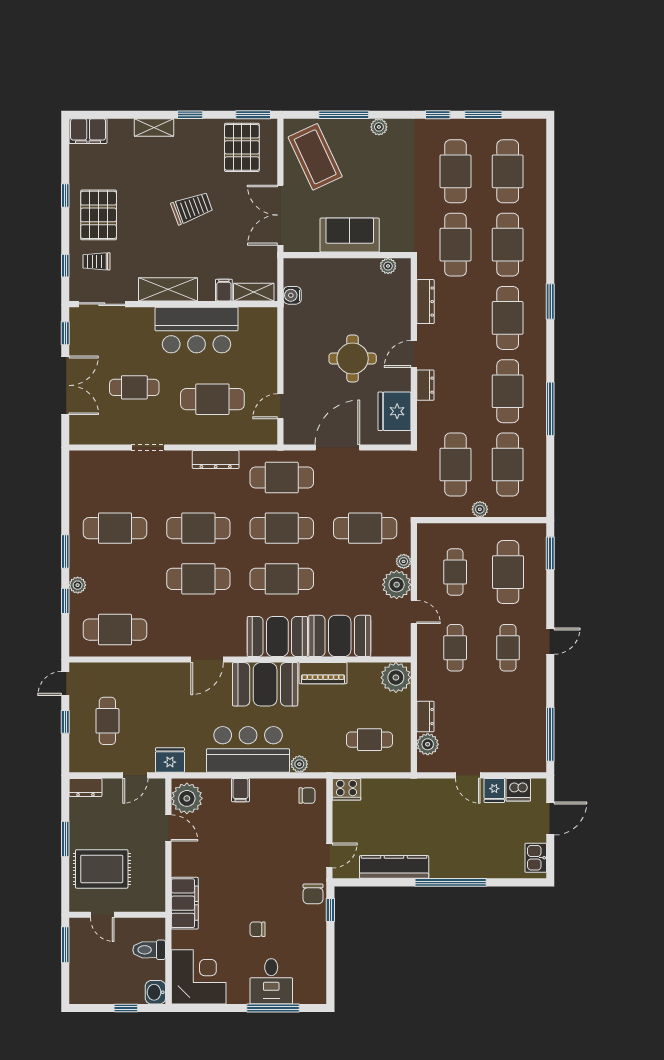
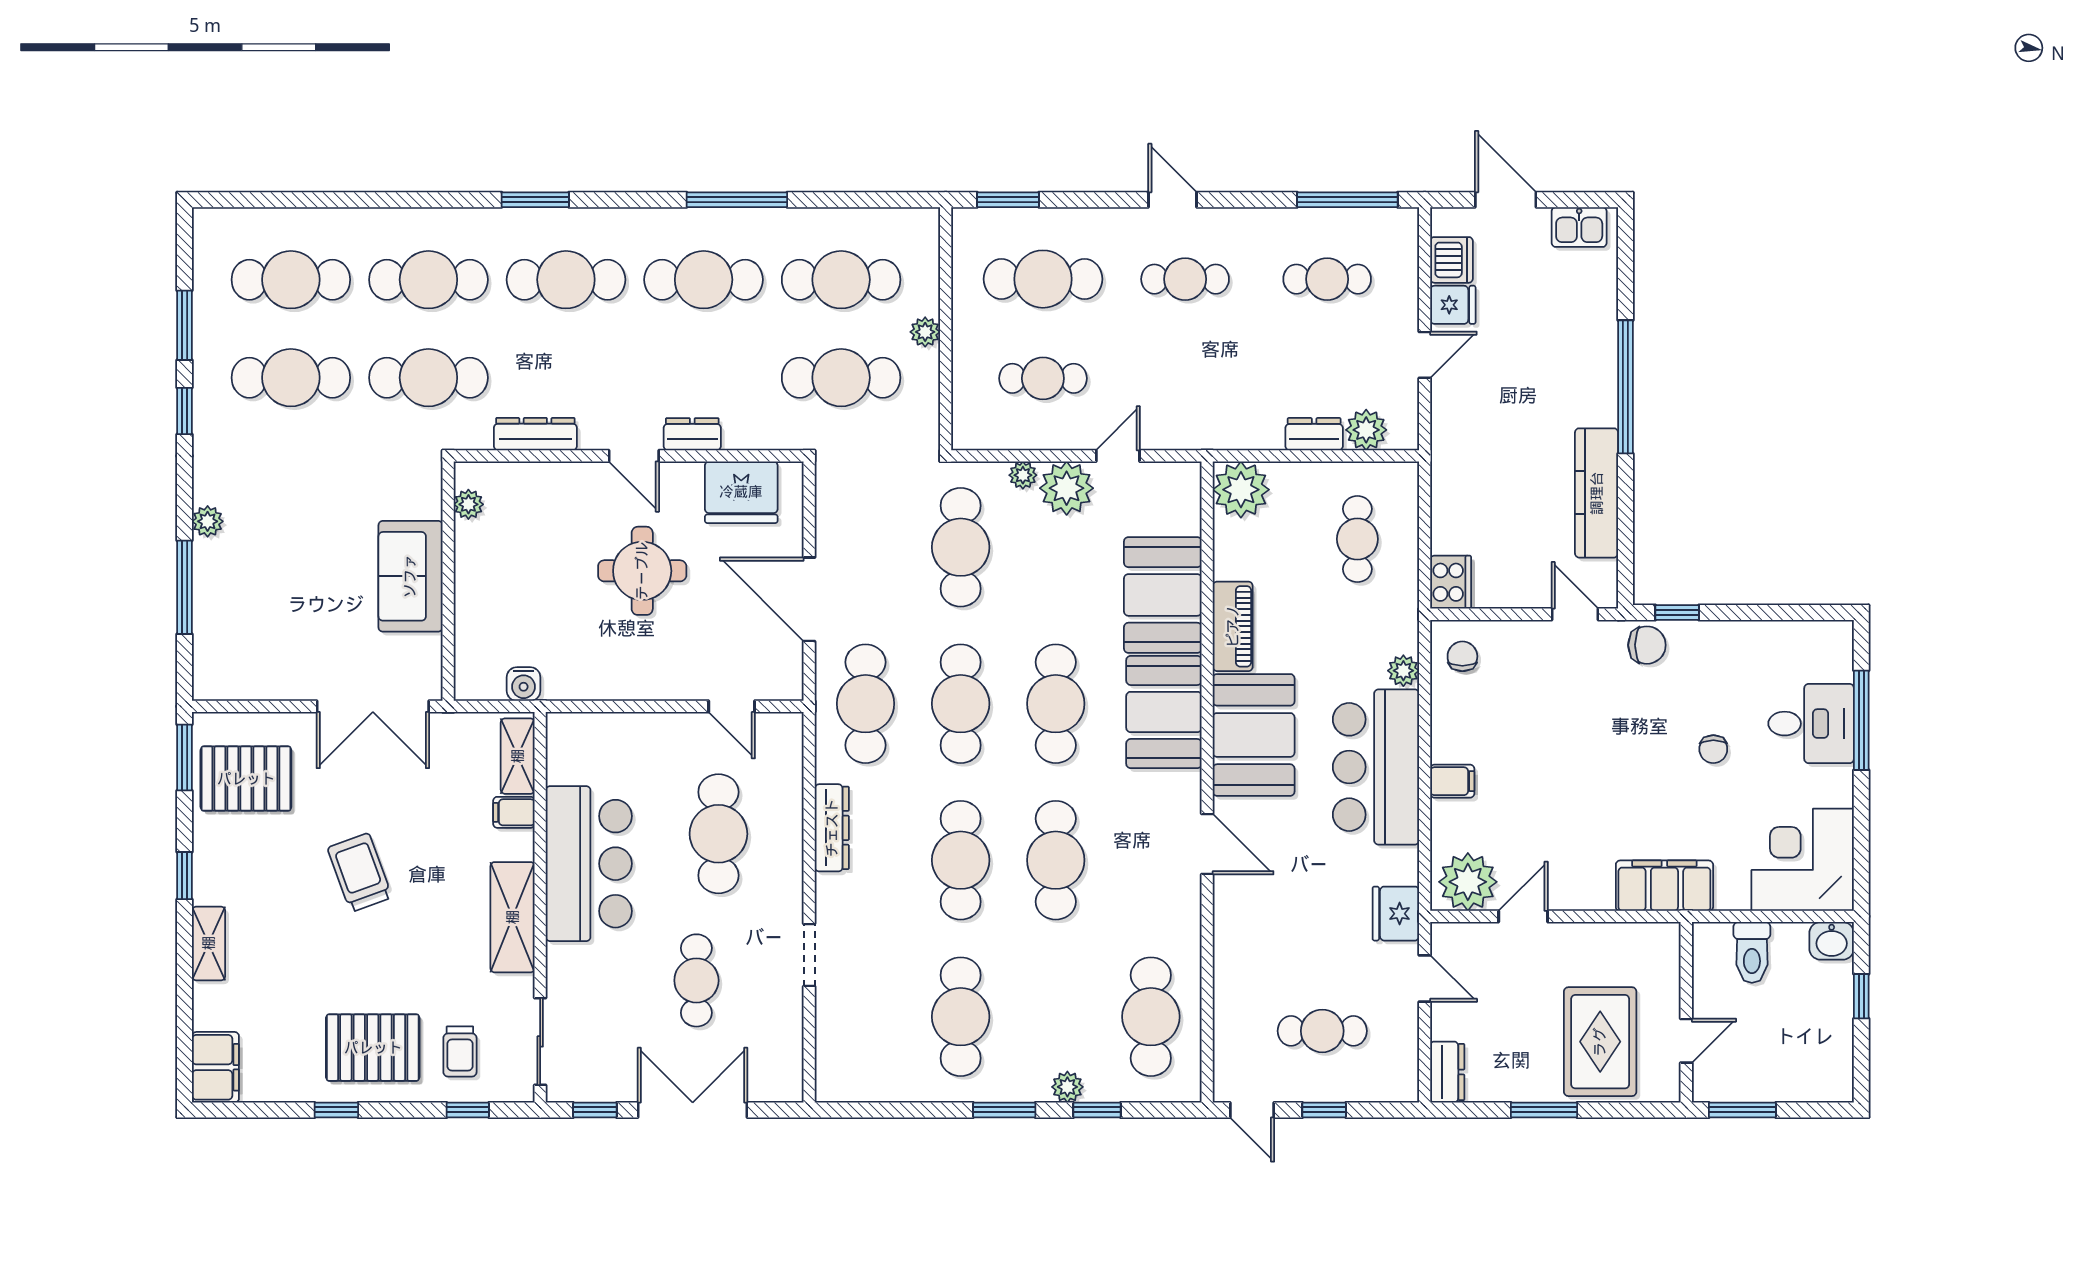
coffee table: (315, 157) -> (264, 641), removed
cafe table: (455, 648) -> (1327, 279), moved

